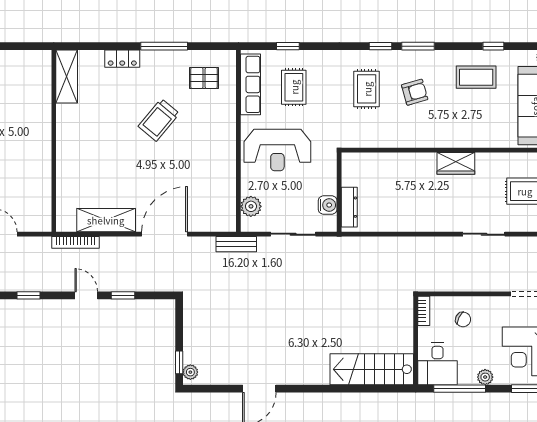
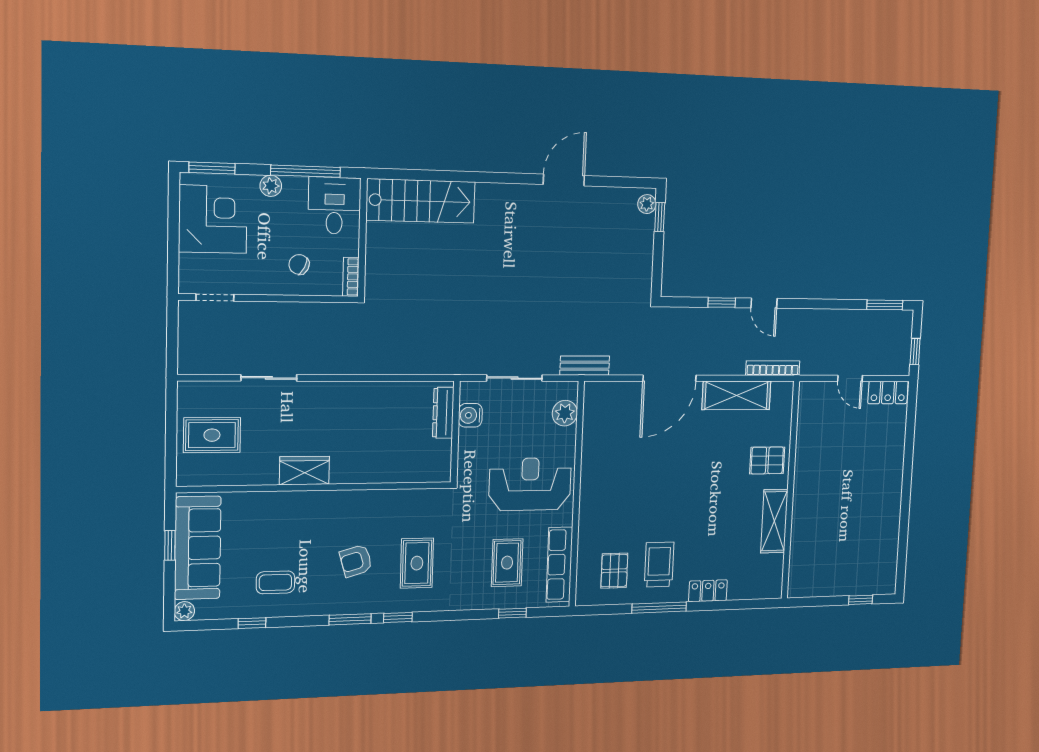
shelving: (67, 76) -> (774, 521), moved
coffee table: (476, 77) -> (275, 582), width x0.73, depth x0.77
pallet: (204, 78) -> (614, 571), turned 90
trolley: (159, 120) -> (659, 565), moved, turned -40
pallet: (76, 166) -> (767, 460), added
window: (28, 295) -> (829, 304), removed

